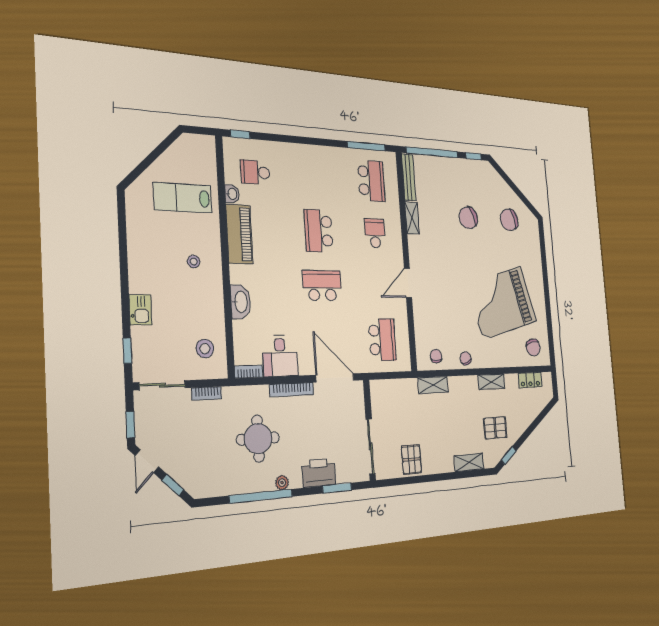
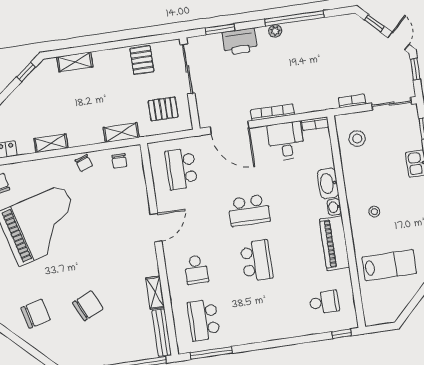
washbasin: (232, 194) -> (334, 207), moved
pallet: (495, 428) -> (163, 109), moved
round table: (258, 439) -> (301, 67), removed

